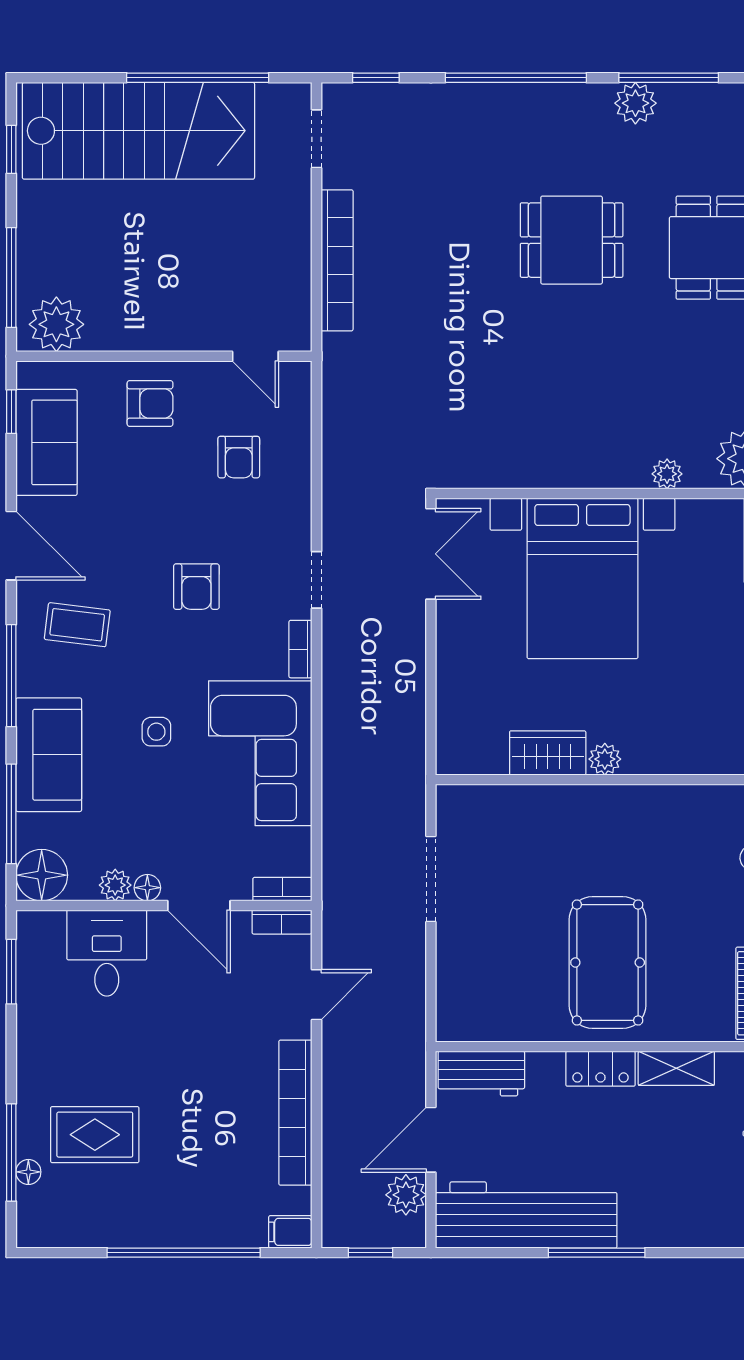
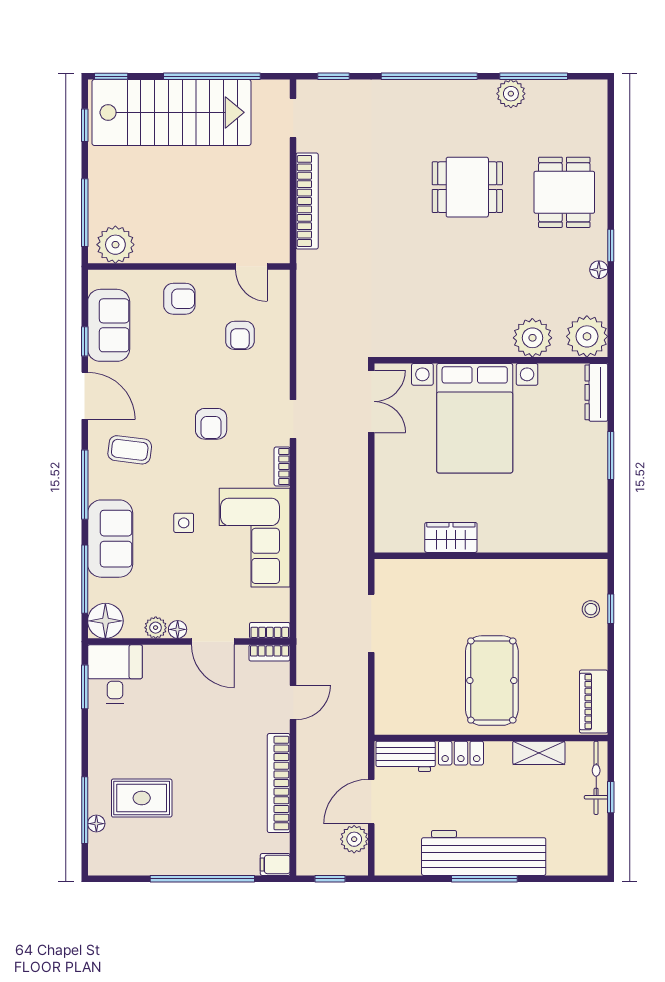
window: (50, 78) -> (111, 76), added
window: (11, 412) -> (85, 341), moved
plant: (667, 474) -> (532, 338), width x1.88, depth x1.88
plant: (605, 759) -> (490, 542), removed
desk: (107, 953) -> (115, 674), moved
locker: (600, 1069) -> (461, 753), moved
workbench: (526, 1215) -> (484, 853), moved

